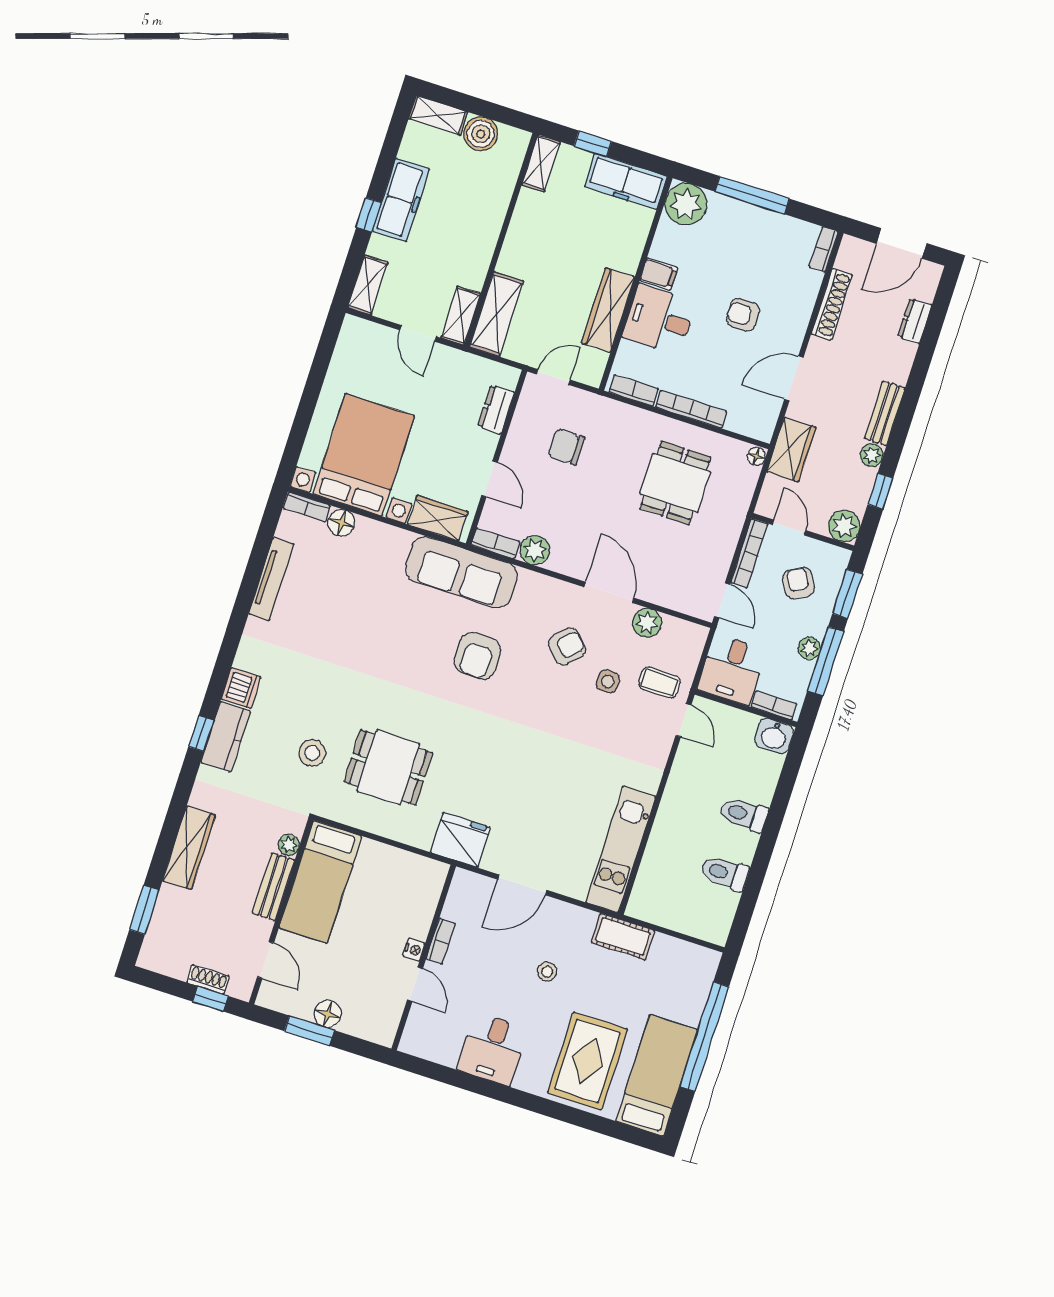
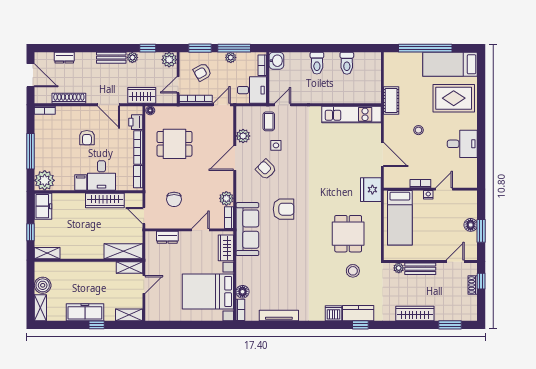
freezer: (626, 181) -> (43, 206), width x0.71
printer: (743, 420) -> (136, 122), added
bed: (320, 882) -> (400, 218), moved, turned 90

